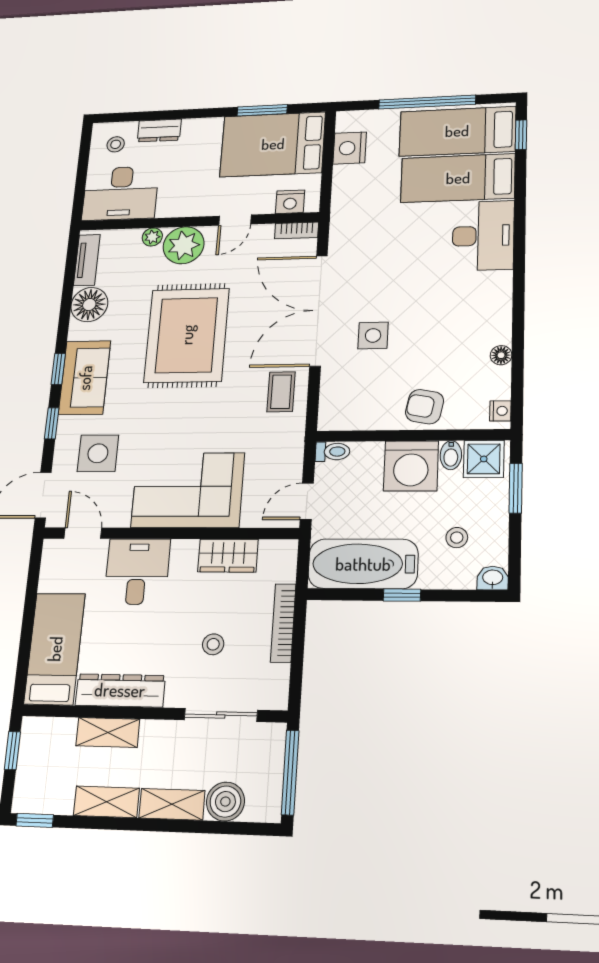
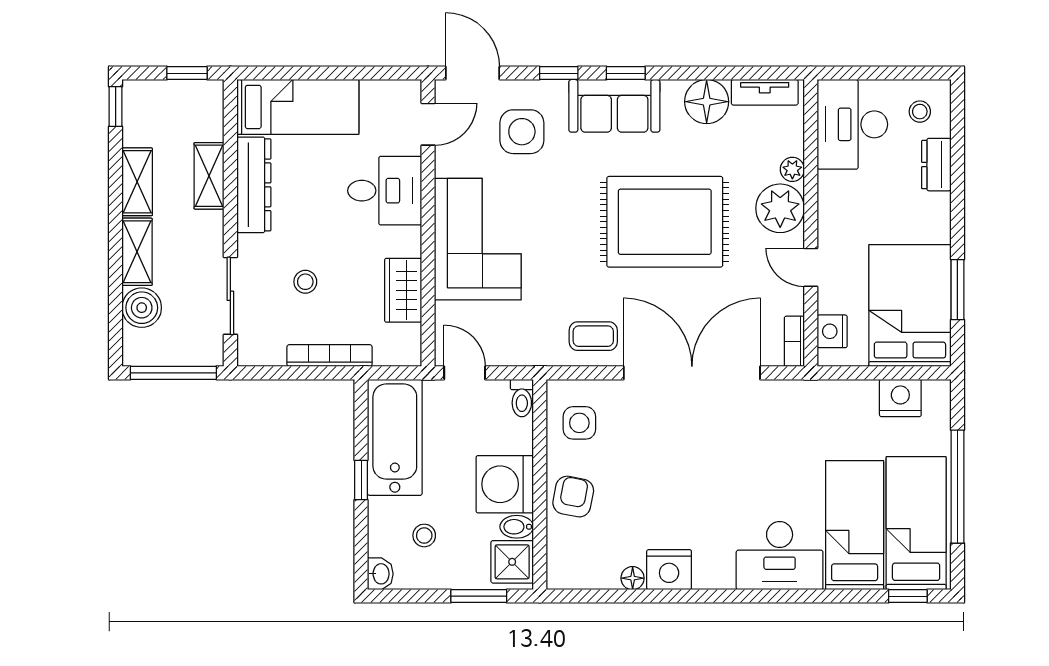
side table: (373, 335) -> (579, 423), moved
nightstand: (500, 411) -> (669, 570), moved, width x1.89, depth x1.79

